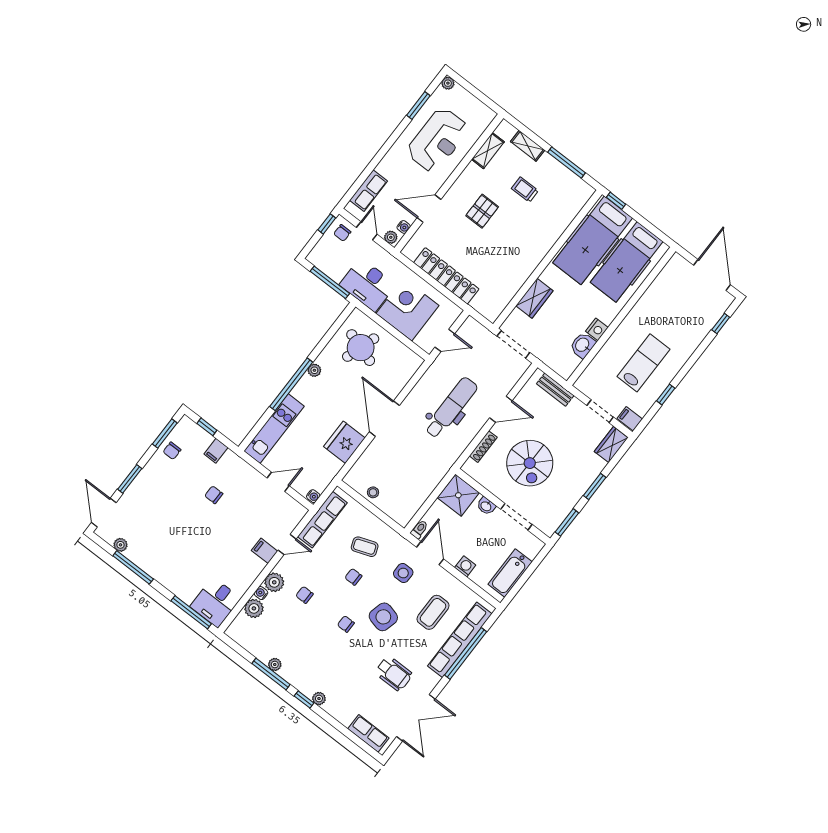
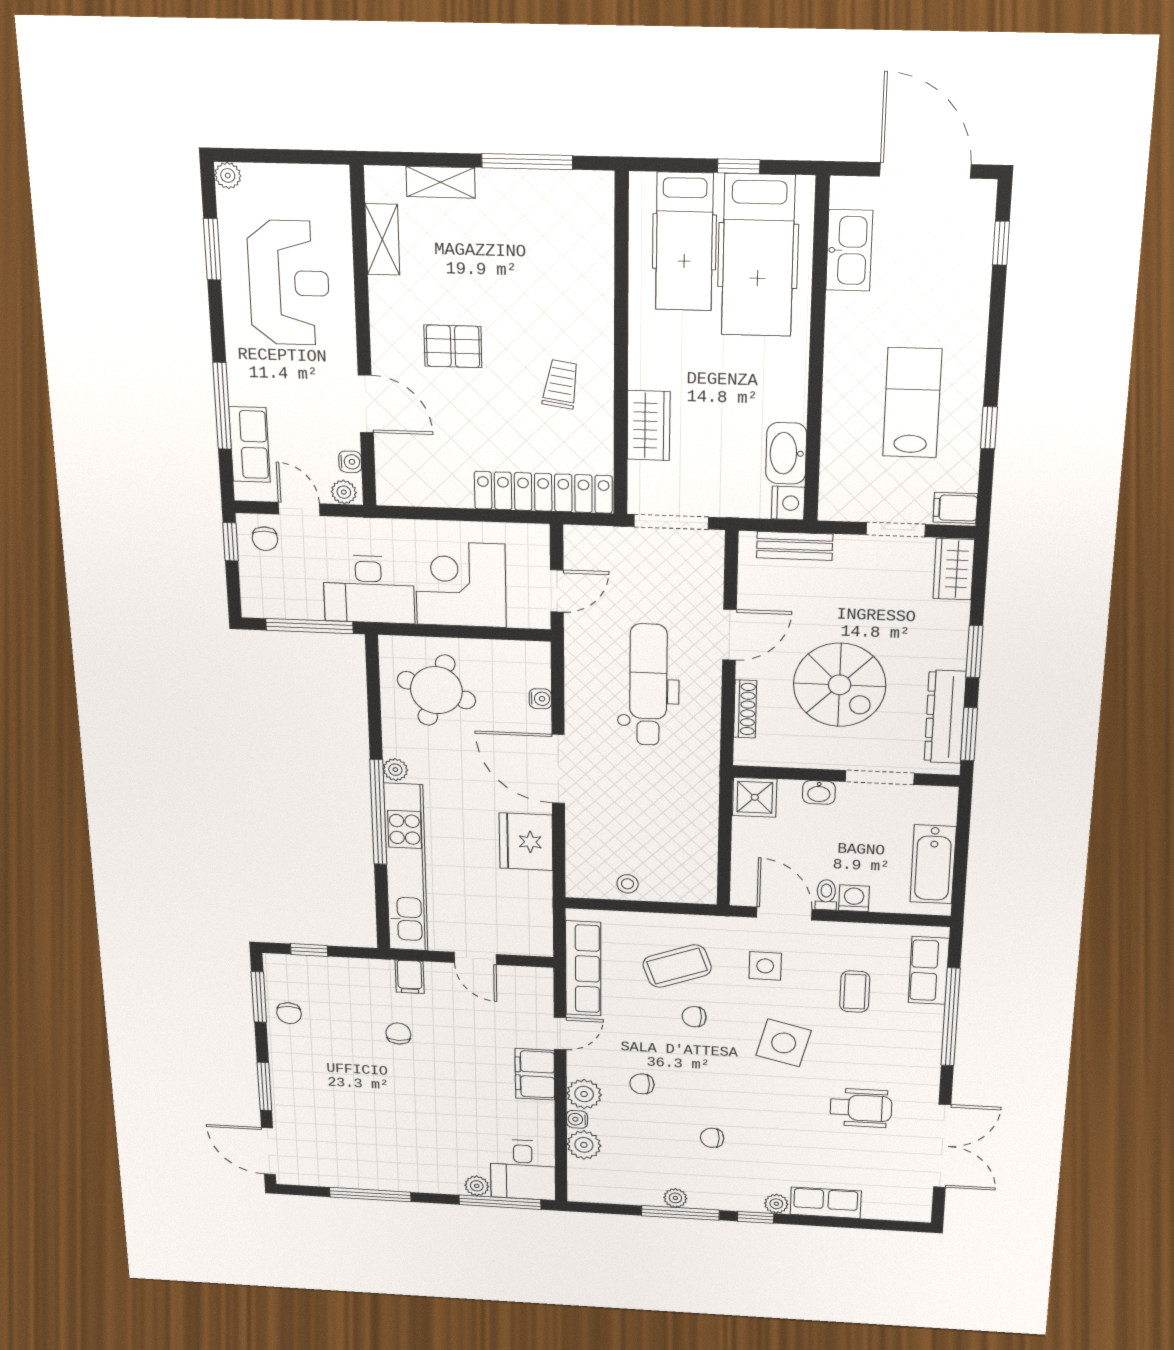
window: (370, 167) -> (222, 406), added
trolley: (525, 190) -> (561, 384), moved, turned 99
window: (616, 201) -> (739, 166), moved
door: (429, 209) -> (366, 404), swing flipped
pallet: (482, 211) -> (453, 346), turned 90
hospital bed: (593, 240) -> (684, 242), width x0.73, depth x0.78
locker: (446, 276) -> (543, 492), moved
kitchen sink: (662, 285) -> (849, 250), added
nightstand: (597, 329) -> (788, 503), moved
washbasin: (583, 345) -> (786, 453), width x1.38
kitchen unit: (274, 429) -> (406, 868), width x1.36
filing cabinet: (216, 451) -> (410, 977), moved
door: (278, 482) -> (475, 958), swing flipped
chair: (214, 495) -> (398, 1034), turned 90
shower: (458, 495) -> (755, 797), width x0.73, depth x0.73
water cooler: (313, 496) -> (540, 699), moved
dresser: (563, 508) -> (945, 717), added
toilet: (419, 529) -> (826, 895), moved
plant: (120, 545) -> (477, 1186), moved
coffee table: (365, 547) -> (677, 966), width x1.36, depth x1.30
filing cabinet: (265, 551) -> (535, 1074), width x2.00
coffee table: (433, 612) -> (855, 992), width x0.73, depth x0.77
chair: (346, 624) -> (712, 1138), moved
row of seats: (460, 640) -> (929, 970), width x0.50
row of seats: (368, 733) -> (826, 1203), moved

